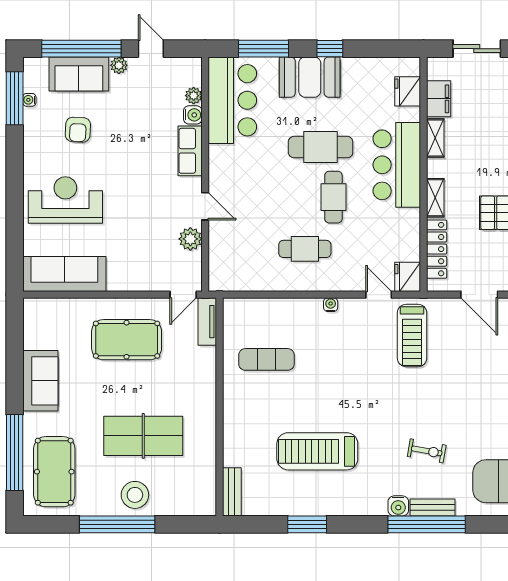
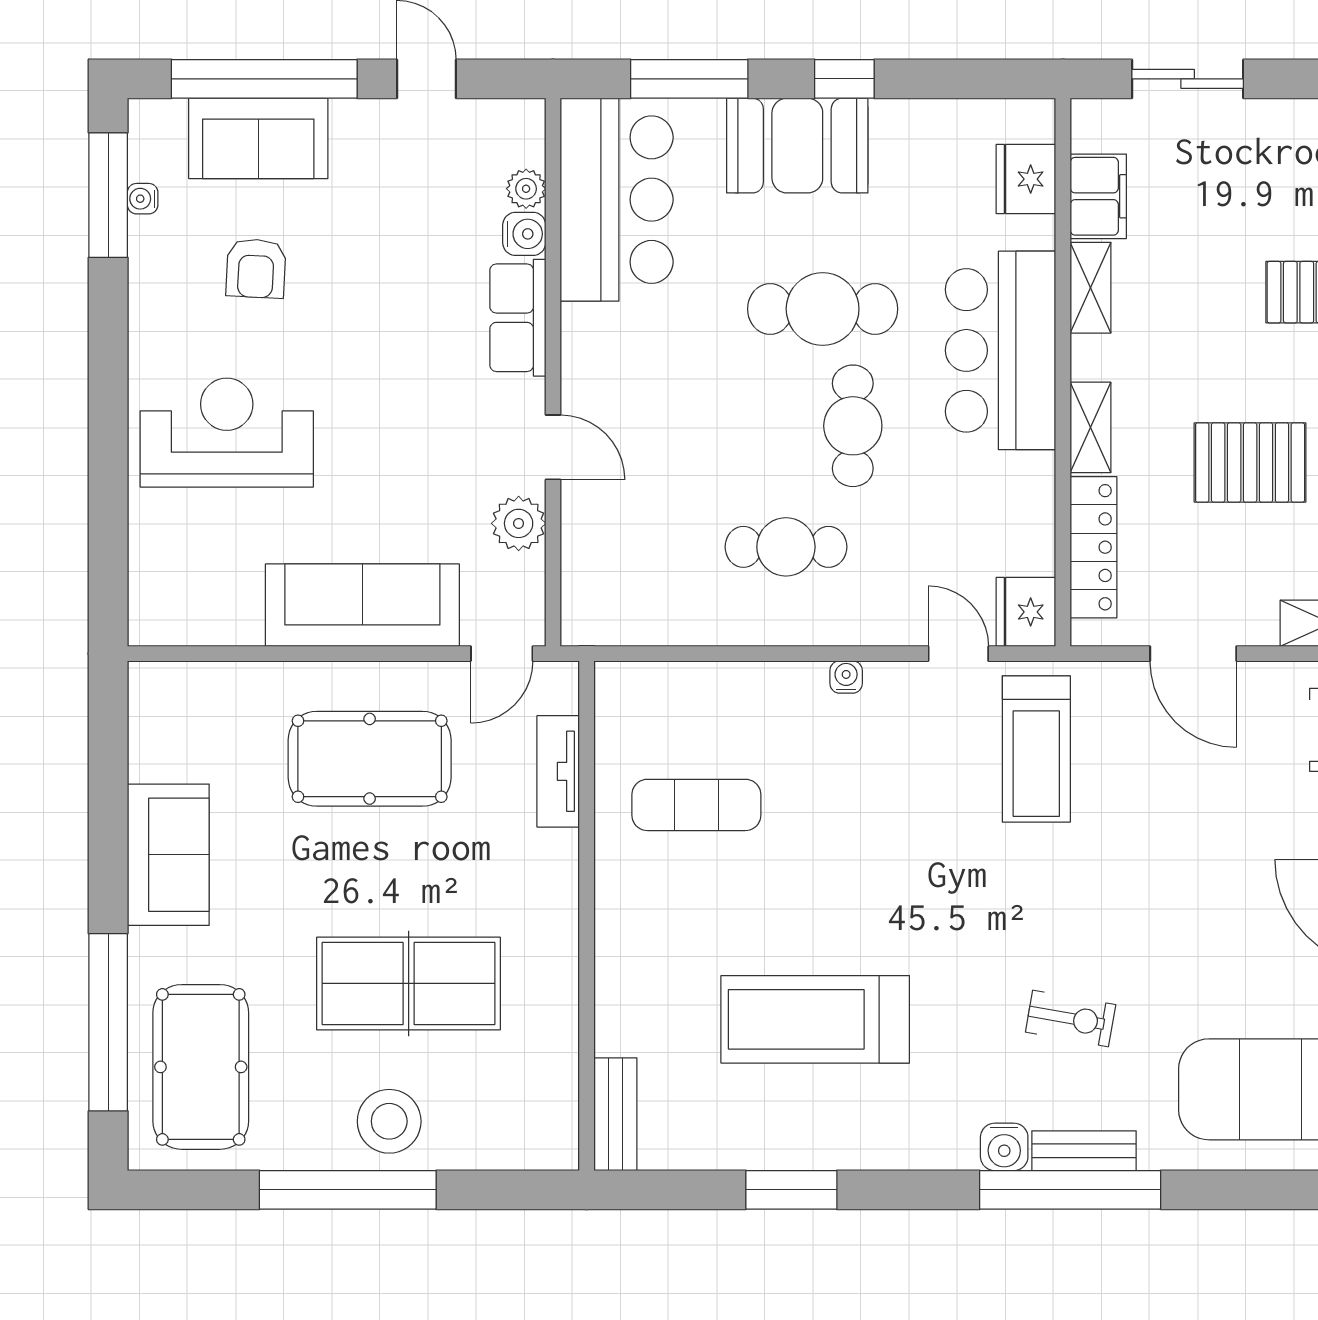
plant: (119, 65) -> (352, 118), removed
sofa: (64, 274) -> (362, 605), moved
tv unit: (207, 322) -> (558, 771), moved

